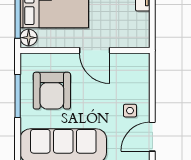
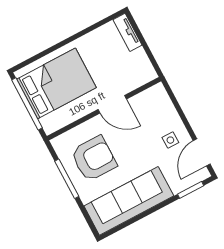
floor lamp: (29, 38) -> (49, 123), removed
armchair: (52, 91) -> (94, 159), turned -90

